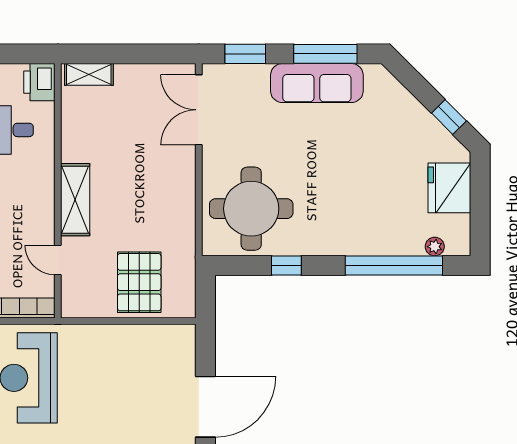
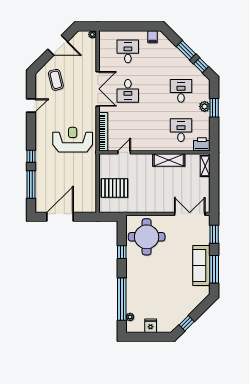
fridge: (449, 188) -> (151, 326), width x0.53, depth x0.75
shelving: (75, 200) -> (169, 160), moved
door: (205, 407) -> (60, 217), swing flipped

